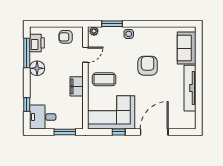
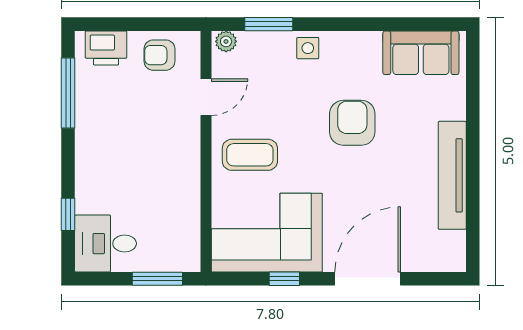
printer: (37, 43) -> (106, 48), moved, turned 90
sofa: (187, 48) -> (421, 53), moved, turned -90
floor lamp: (37, 68) -> (92, 129), removed
filing cabinet: (77, 86) -> (185, 171), removed

